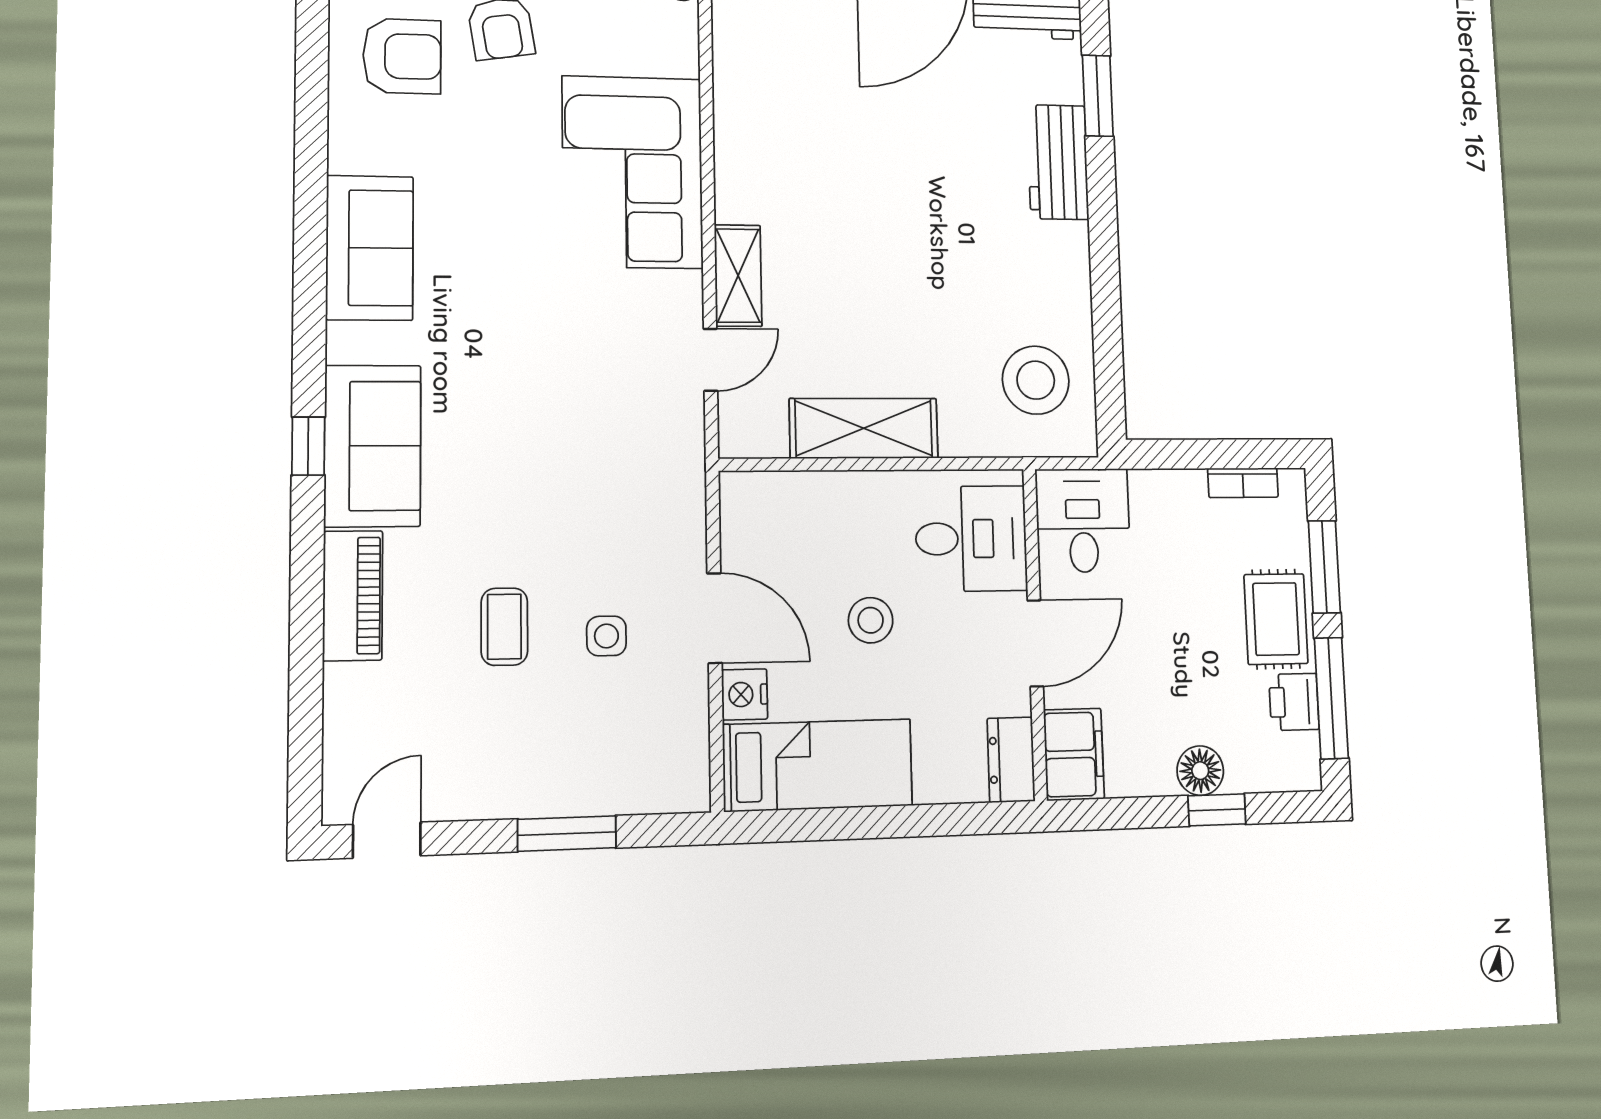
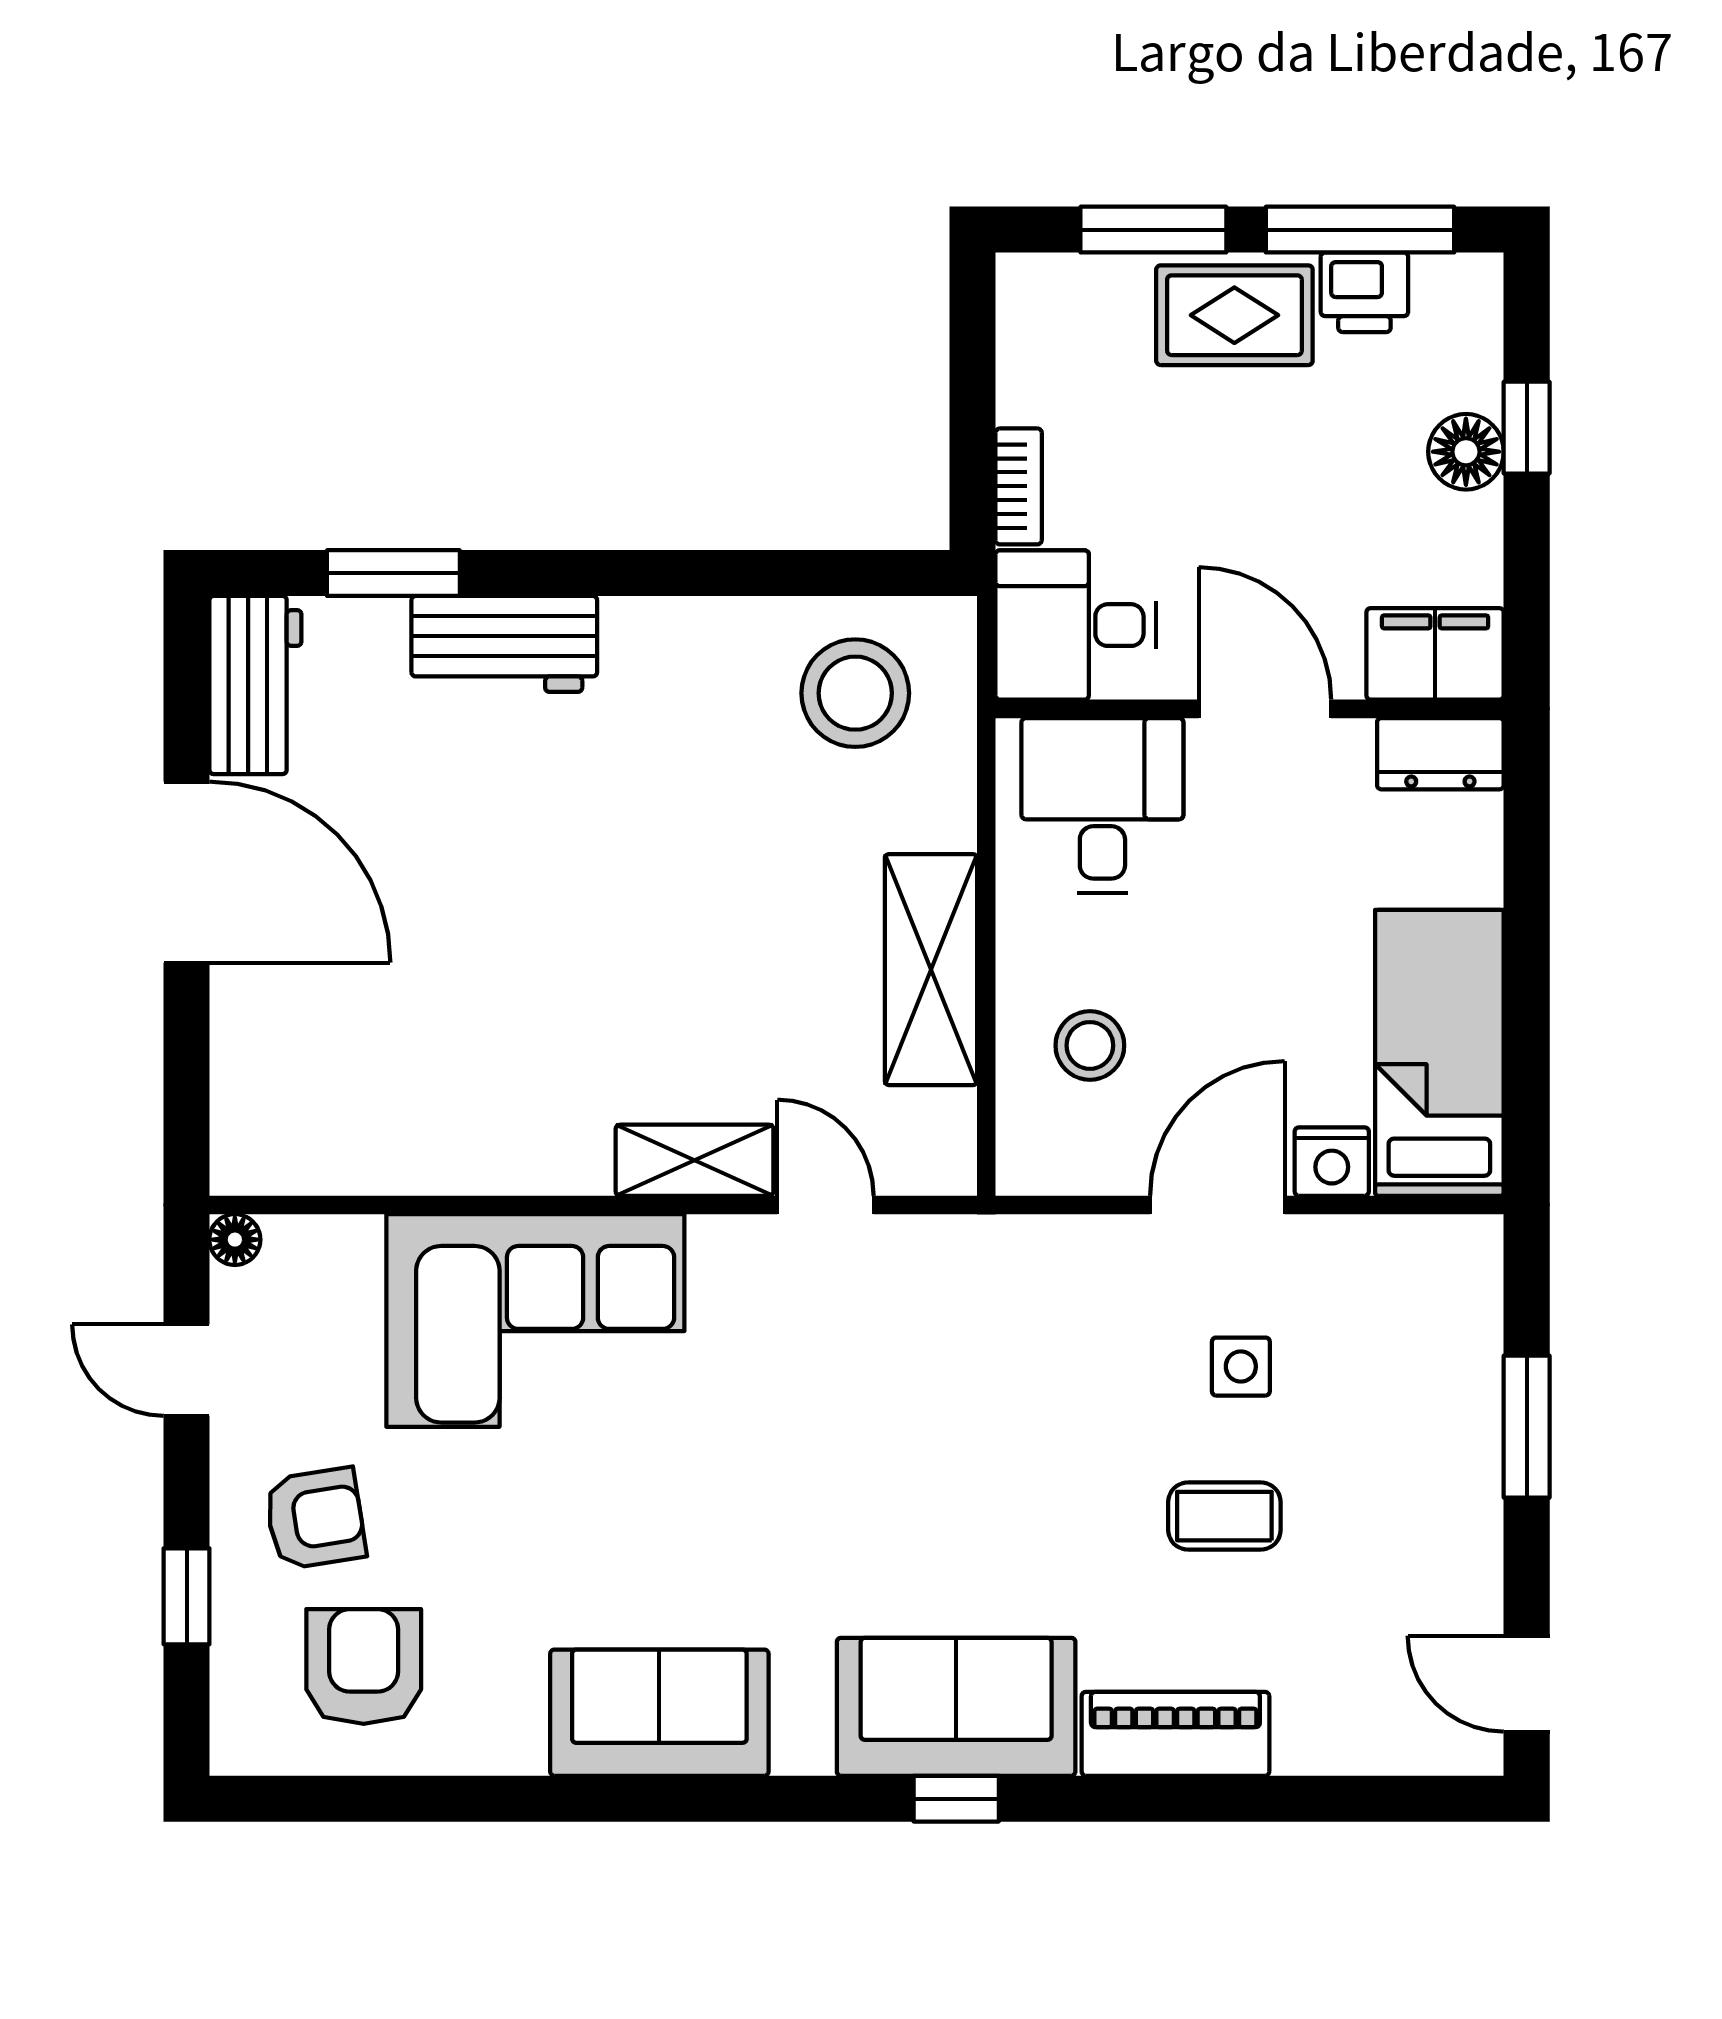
bookcase: (1243, 483) -> (1019, 486), moved
stool: (871, 620) -> (1090, 1045), moved

